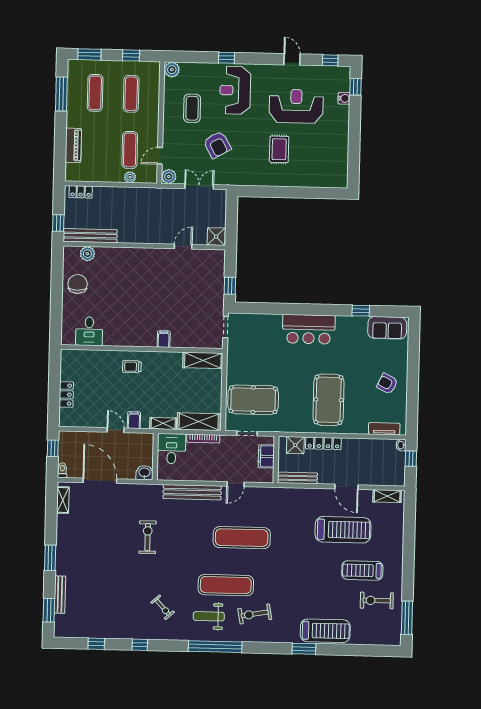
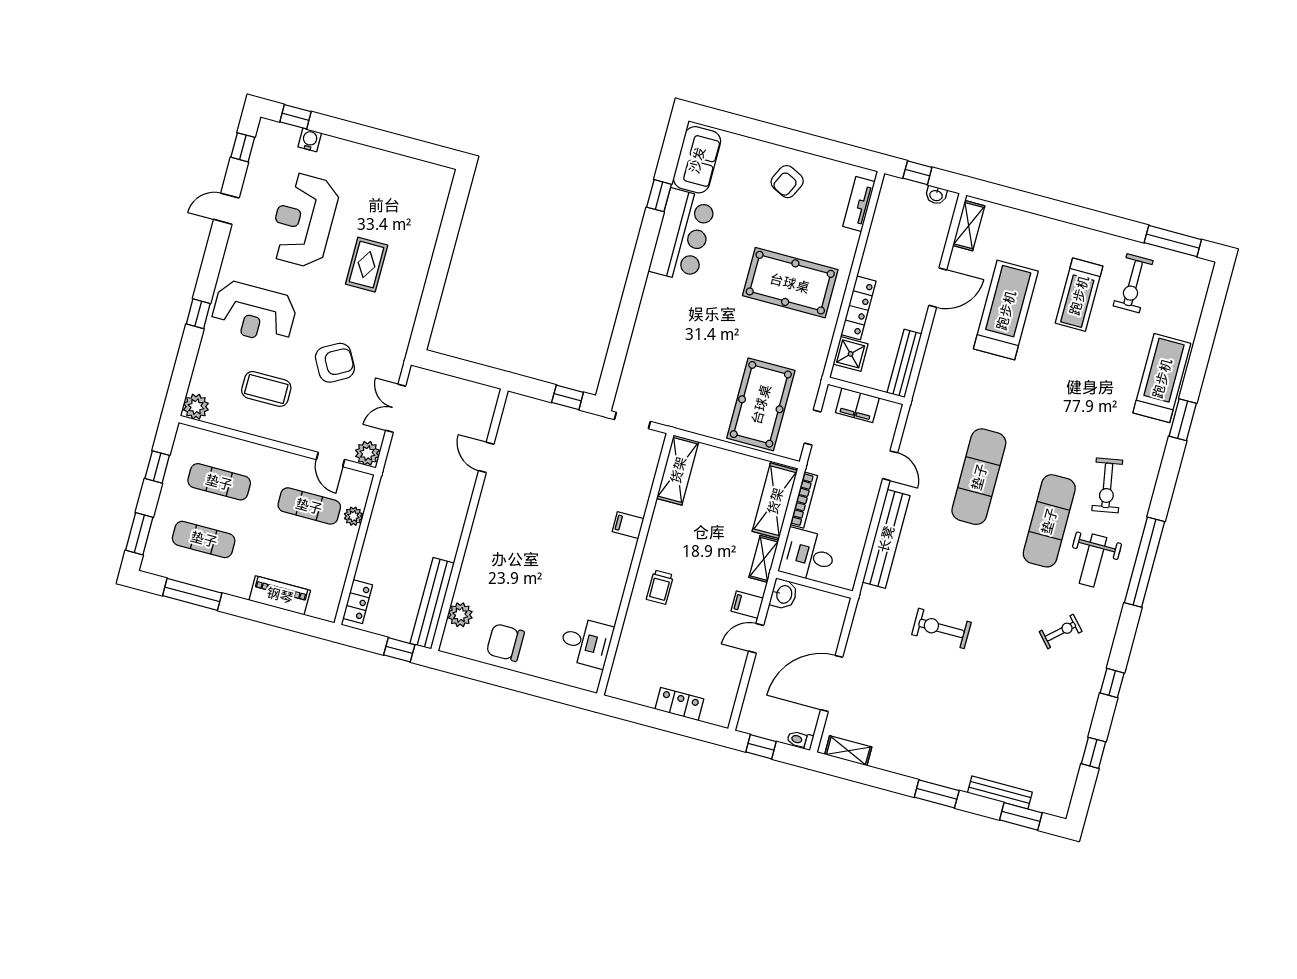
rug: (279, 149) -> (367, 265), turned 90
shower: (216, 237) -> (483, 400), removed
bar counter: (309, 329) -> (682, 235), moved
washbasin: (401, 445) -> (936, 195), moved
washbasin: (144, 473) -> (784, 594), moved, turned 180

